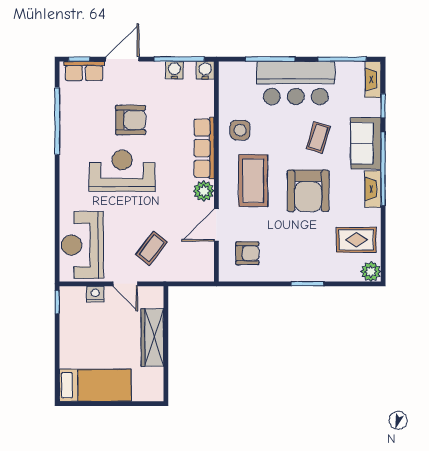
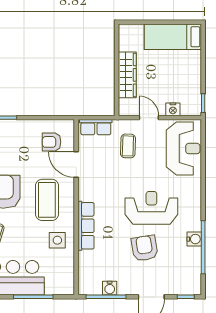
water cooler: (205, 70) -> (194, 239), moved, turned -90
row of seats: (84, 71) -> (96, 127), moved, turned 180
armchair: (131, 120) -> (145, 248), turned 81
reception desk: (122, 171) -> (151, 208), turned 180
plant: (204, 191) -> (86, 192), removed
door: (216, 225) -> (76, 164), swing flipped
coffee table: (151, 248) -> (128, 146), turned -36

